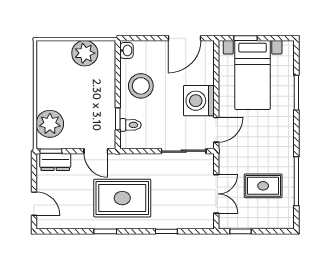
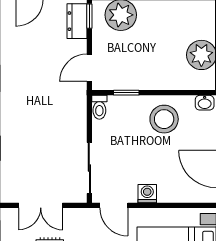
washing machine: (199, 101) -> (147, 194), width x0.53, depth x0.53
toilet: (131, 125) -> (99, 107), moved
rug: (122, 198) -> (36, 98), removed

